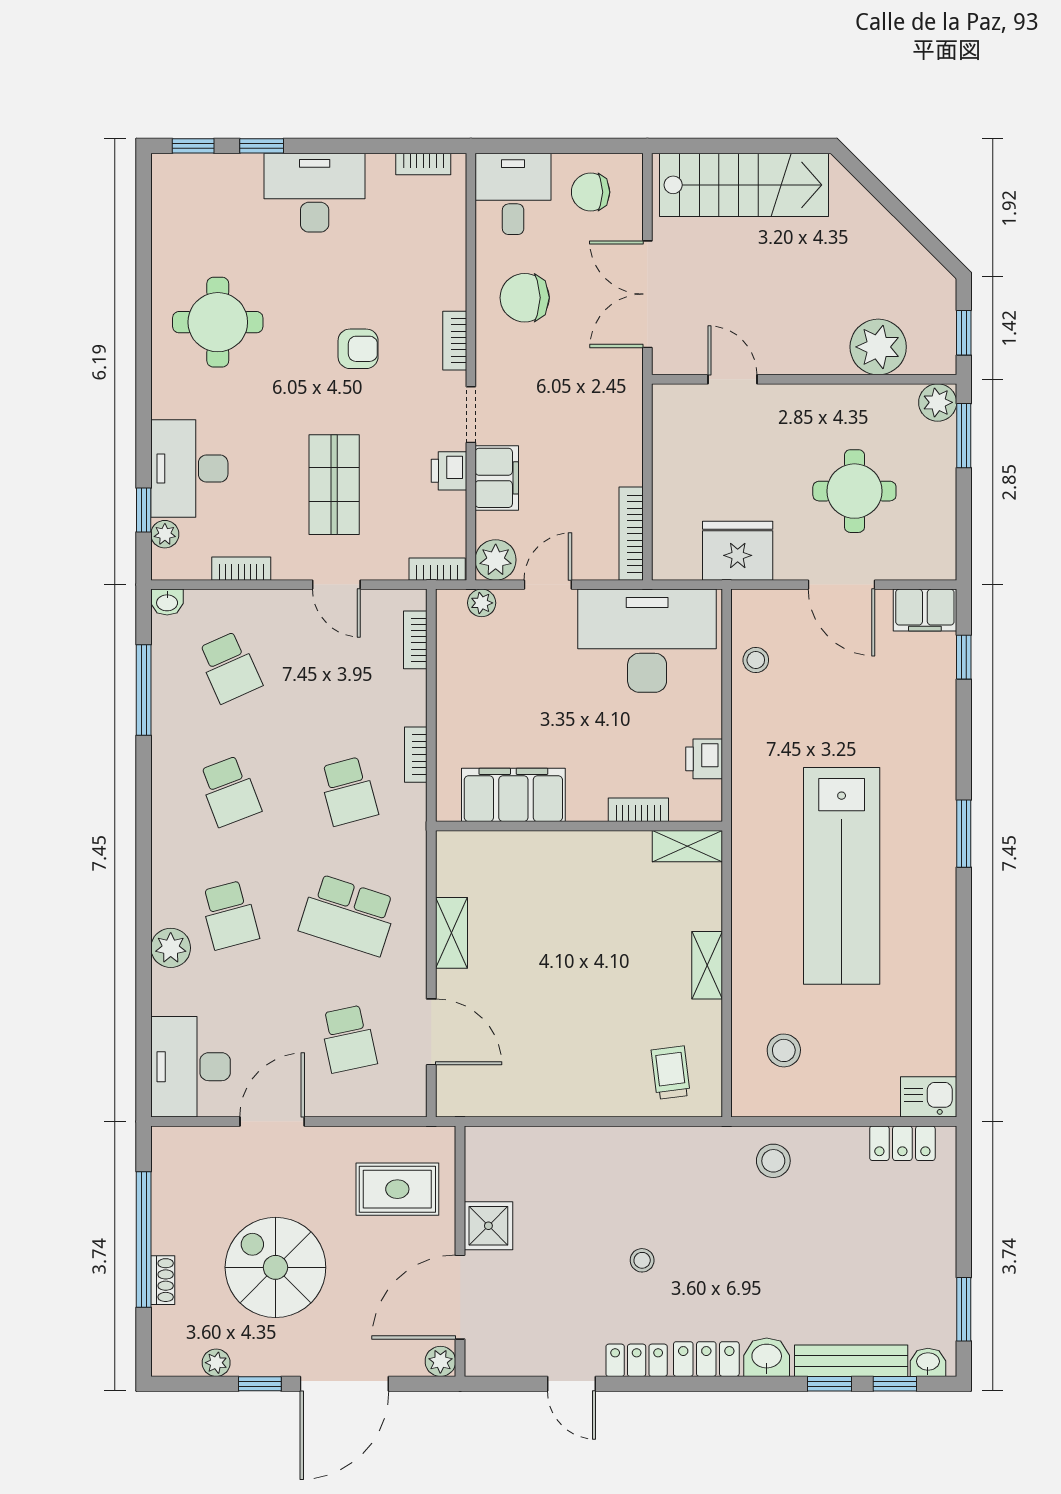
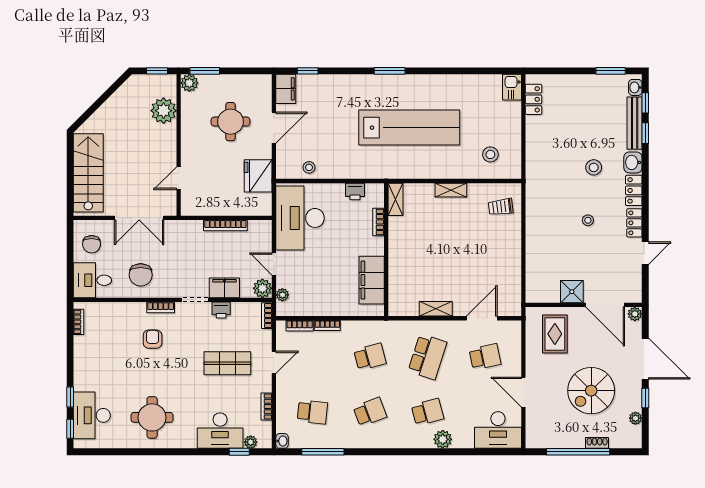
desk: (315, 193) -> (92, 415), moved
armchair: (358, 349) -> (153, 339), moved
bookcase: (631, 534) -> (225, 225), moved
school desk: (229, 667) -> (312, 412), turned 30
bookcase: (416, 755) -> (327, 325), moved
stool: (773, 1161) -> (594, 167), moved

